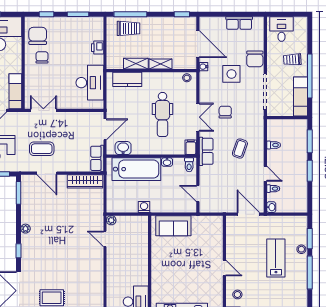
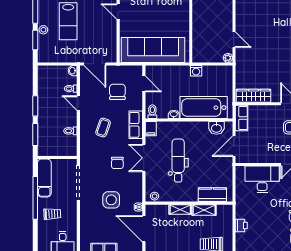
chair: (255, 59) -> (117, 92), moved
desk: (90, 83) -> (262, 179), moved, turned 90
sofa: (173, 226) -> (153, 50), width x1.85, depth x1.27

